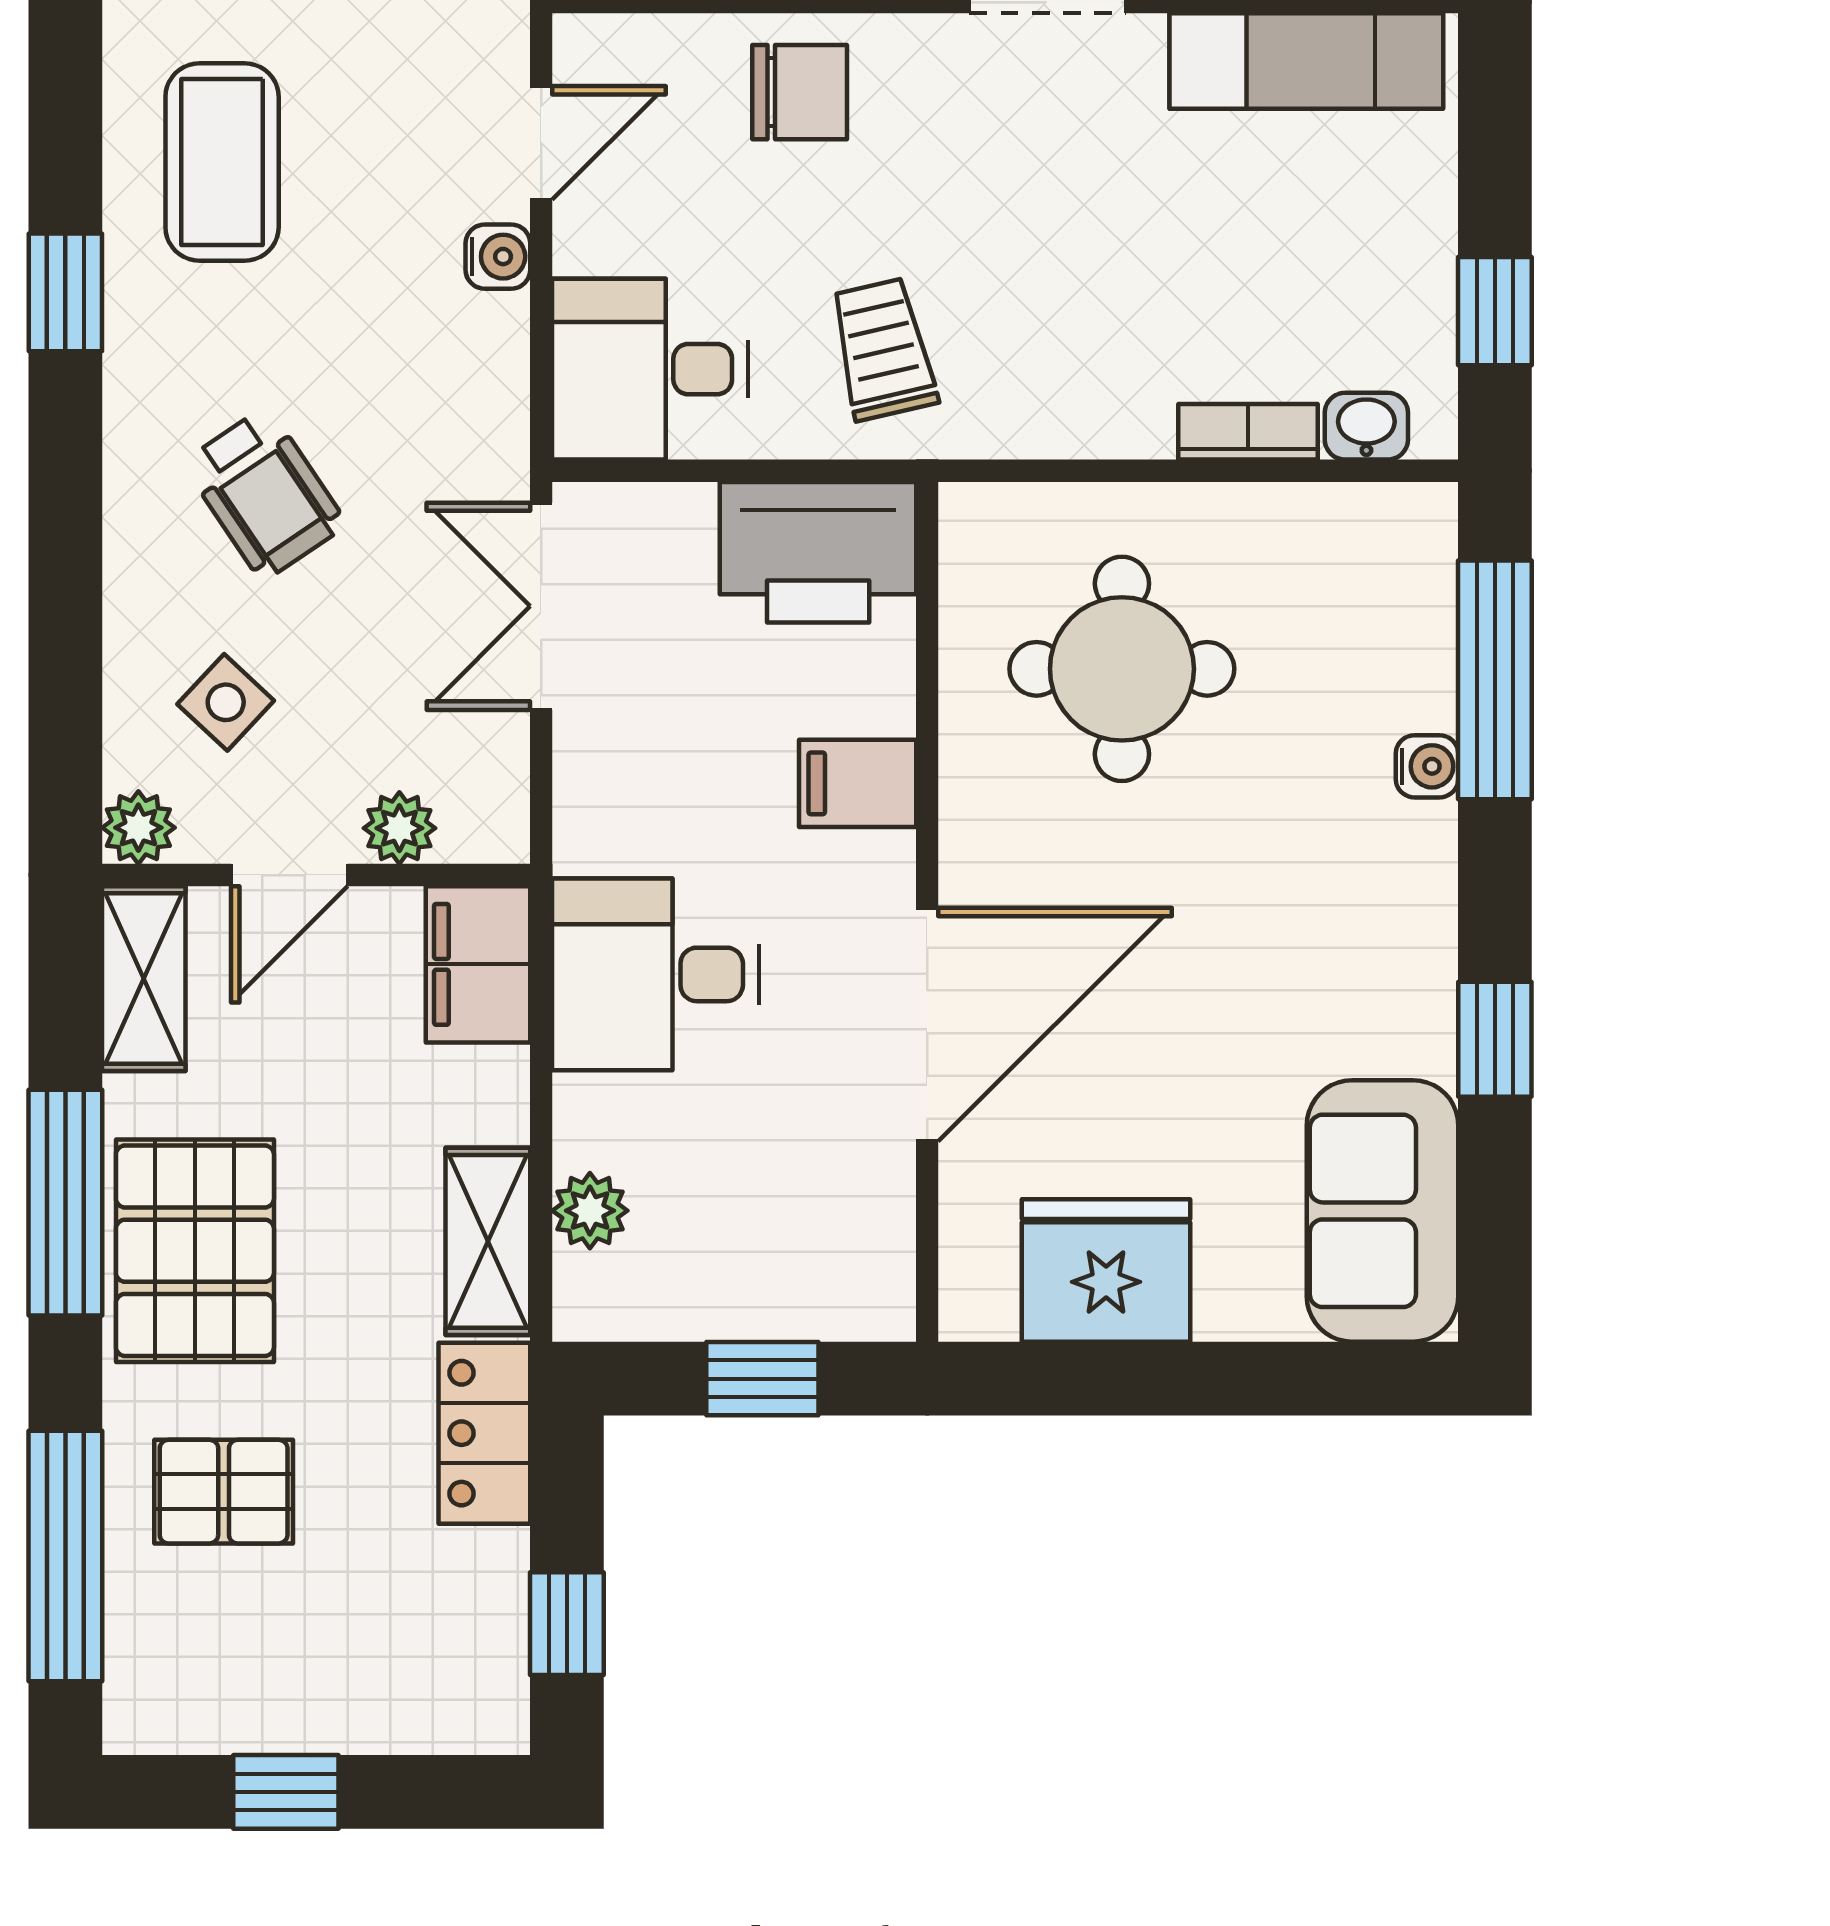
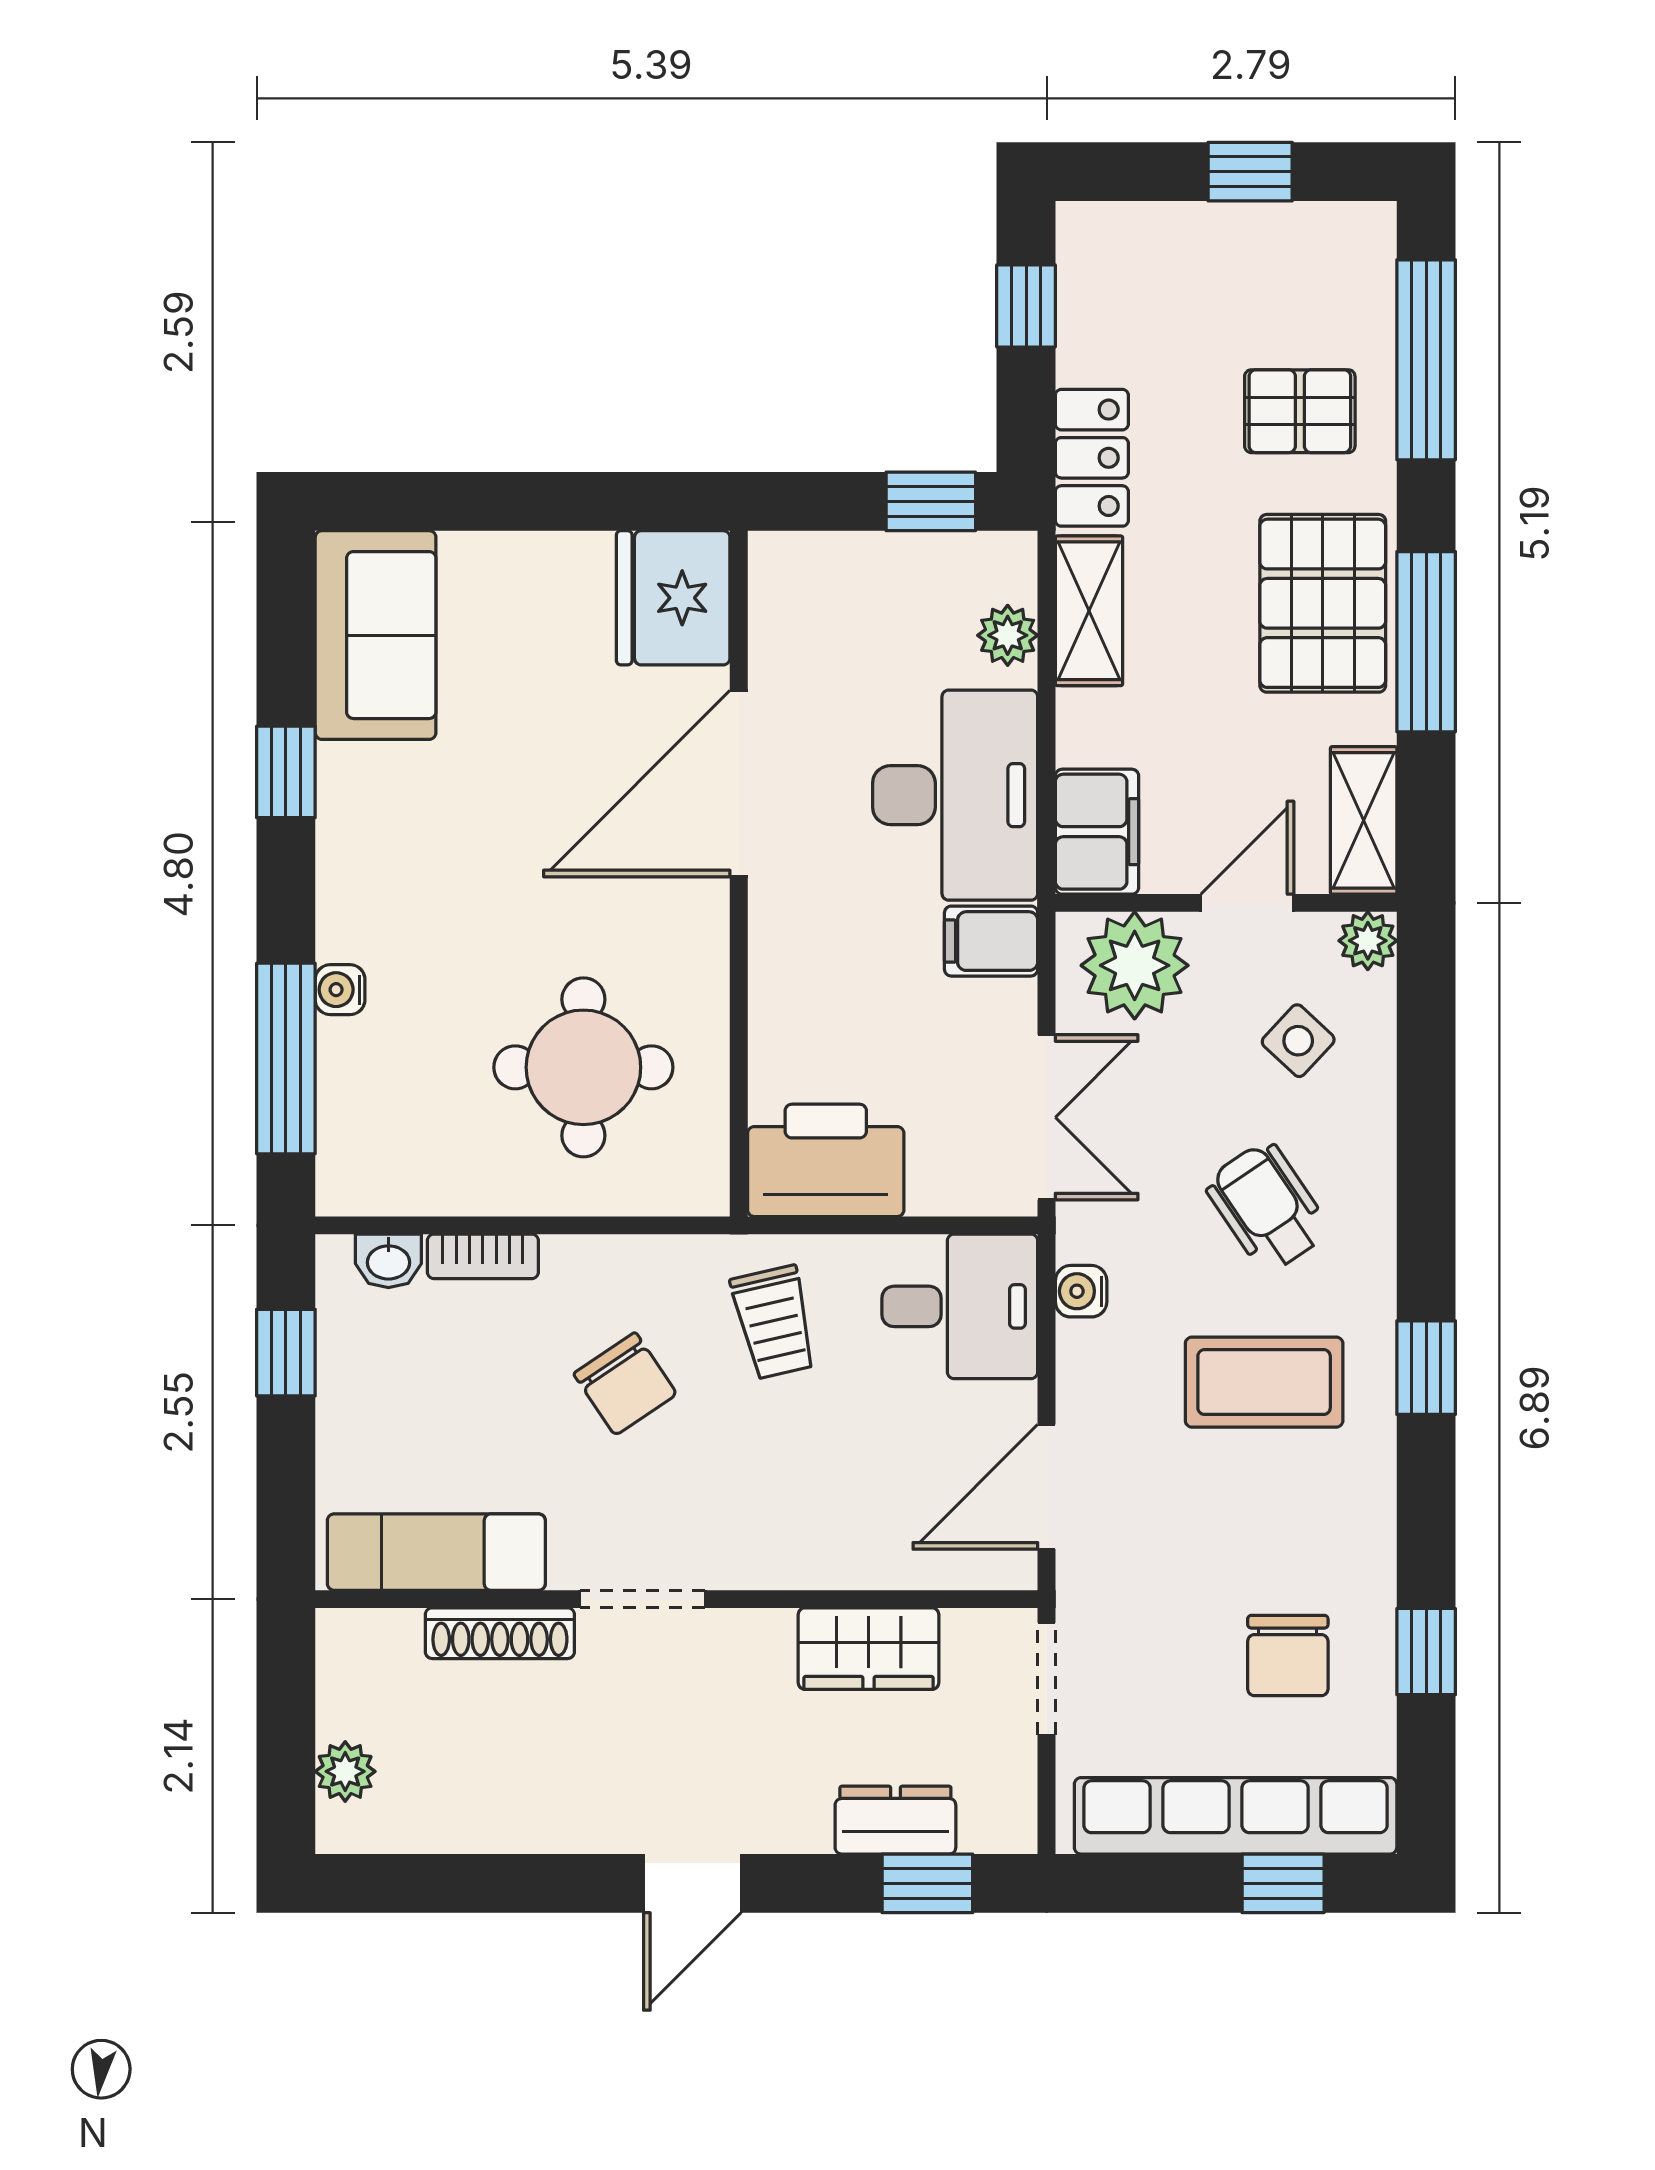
chair: (800, 92) -> (625, 1384), moved, turned -124
door: (541, 143) -> (1047, 1487), width x1.38
coffee table: (222, 162) -> (1264, 1382), moved, turned 90
water cooler: (498, 257) -> (1081, 1291), moved
filing cabinet: (858, 783) -> (991, 941), moved, turned 180
plant: (399, 828) -> (1135, 965), width x1.88, depth x1.88
desk: (656, 974) -> (955, 795), width x1.37
fridge: (1106, 1270) -> (673, 598), moved, turned 90
window: (762, 1379) -> (931, 501), moved

